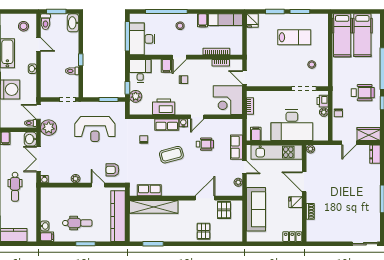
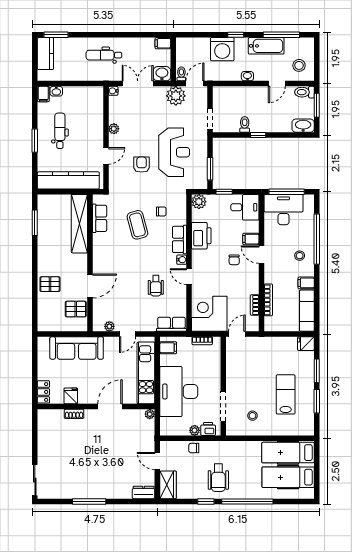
lab bench: (294, 37) -> (286, 394), turned 180
plant: (136, 96) -> (199, 202), moved
reception desk: (95, 129) -> (174, 152), turned 180
row of seats: (237, 147) -> (171, 324), moved
coffee table: (171, 155) -> (137, 225), moved
armchair: (112, 170) -> (142, 165), moved
door: (205, 198) -> (90, 286), hinge flipped
fridge: (295, 202) -> (71, 396), moved
dental chair: (77, 223) -> (60, 131), turned 180

